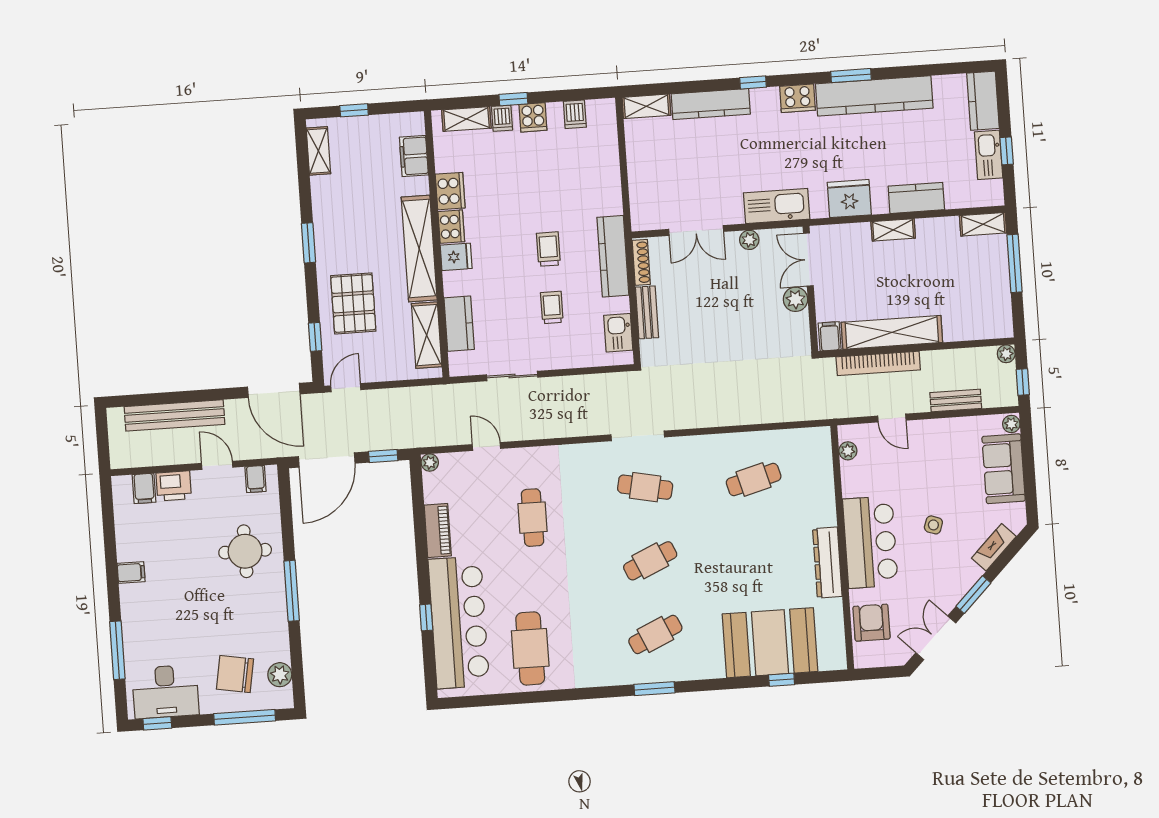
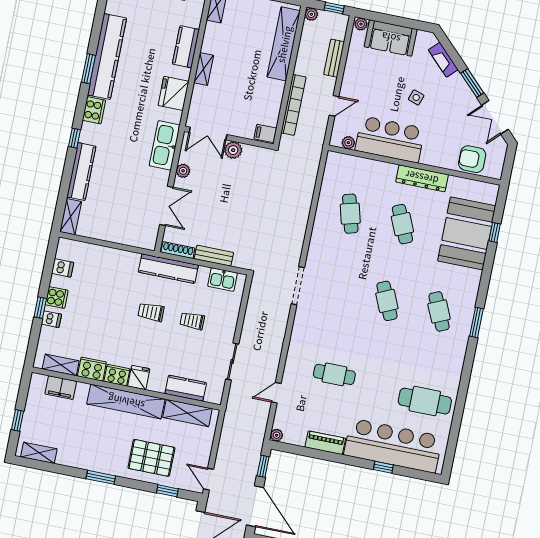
shelving: (466, 119) -> (61, 365), moved, turned 90
shelving: (892, 332) -> (284, 44), moved
cafe table: (645, 487) -> (402, 224), moved, turned -36
bar counter: (870, 542) -> (390, 139), moved

